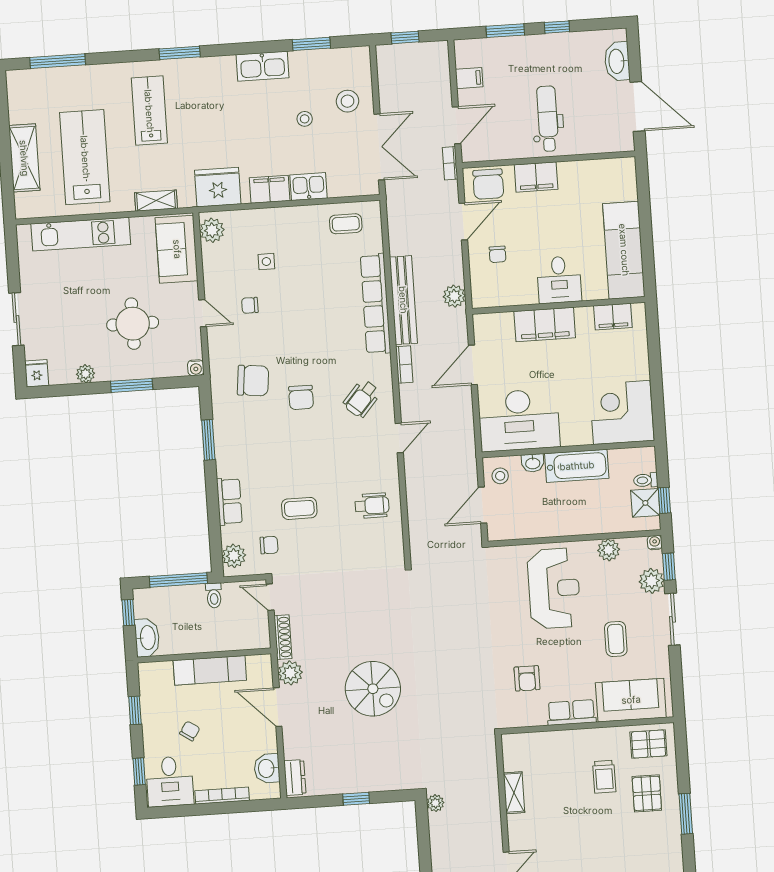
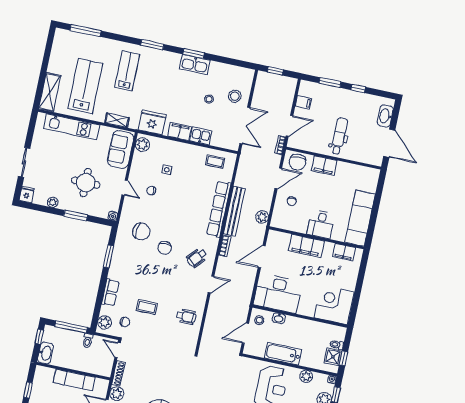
window: (311, 44) -> (194, 53), moved
shelving: (24, 158) -> (50, 92), moved
bathtub: (577, 466) -> (283, 354), moved, turned 180

